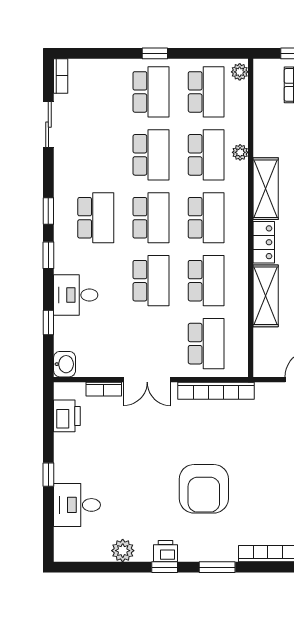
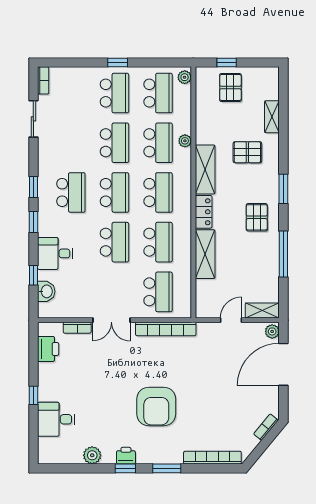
washbasin: (65, 364) -> (46, 291), moved

